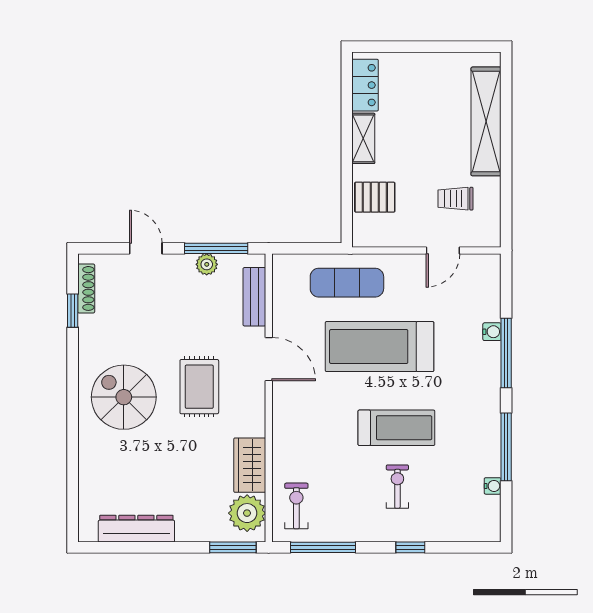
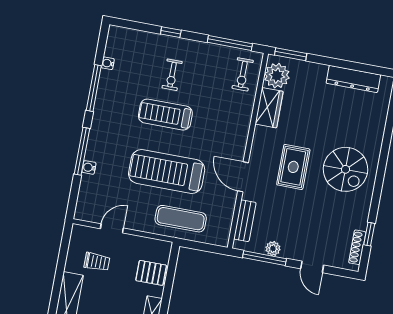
treadmill: (380, 347) -> (167, 171), turned 180

